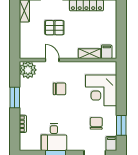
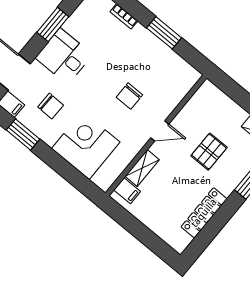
door: (52, 60) -> (160, 131), moved
plant: (28, 70) -> (184, 77), removed
desk: (54, 137) -> (64, 56), moved

